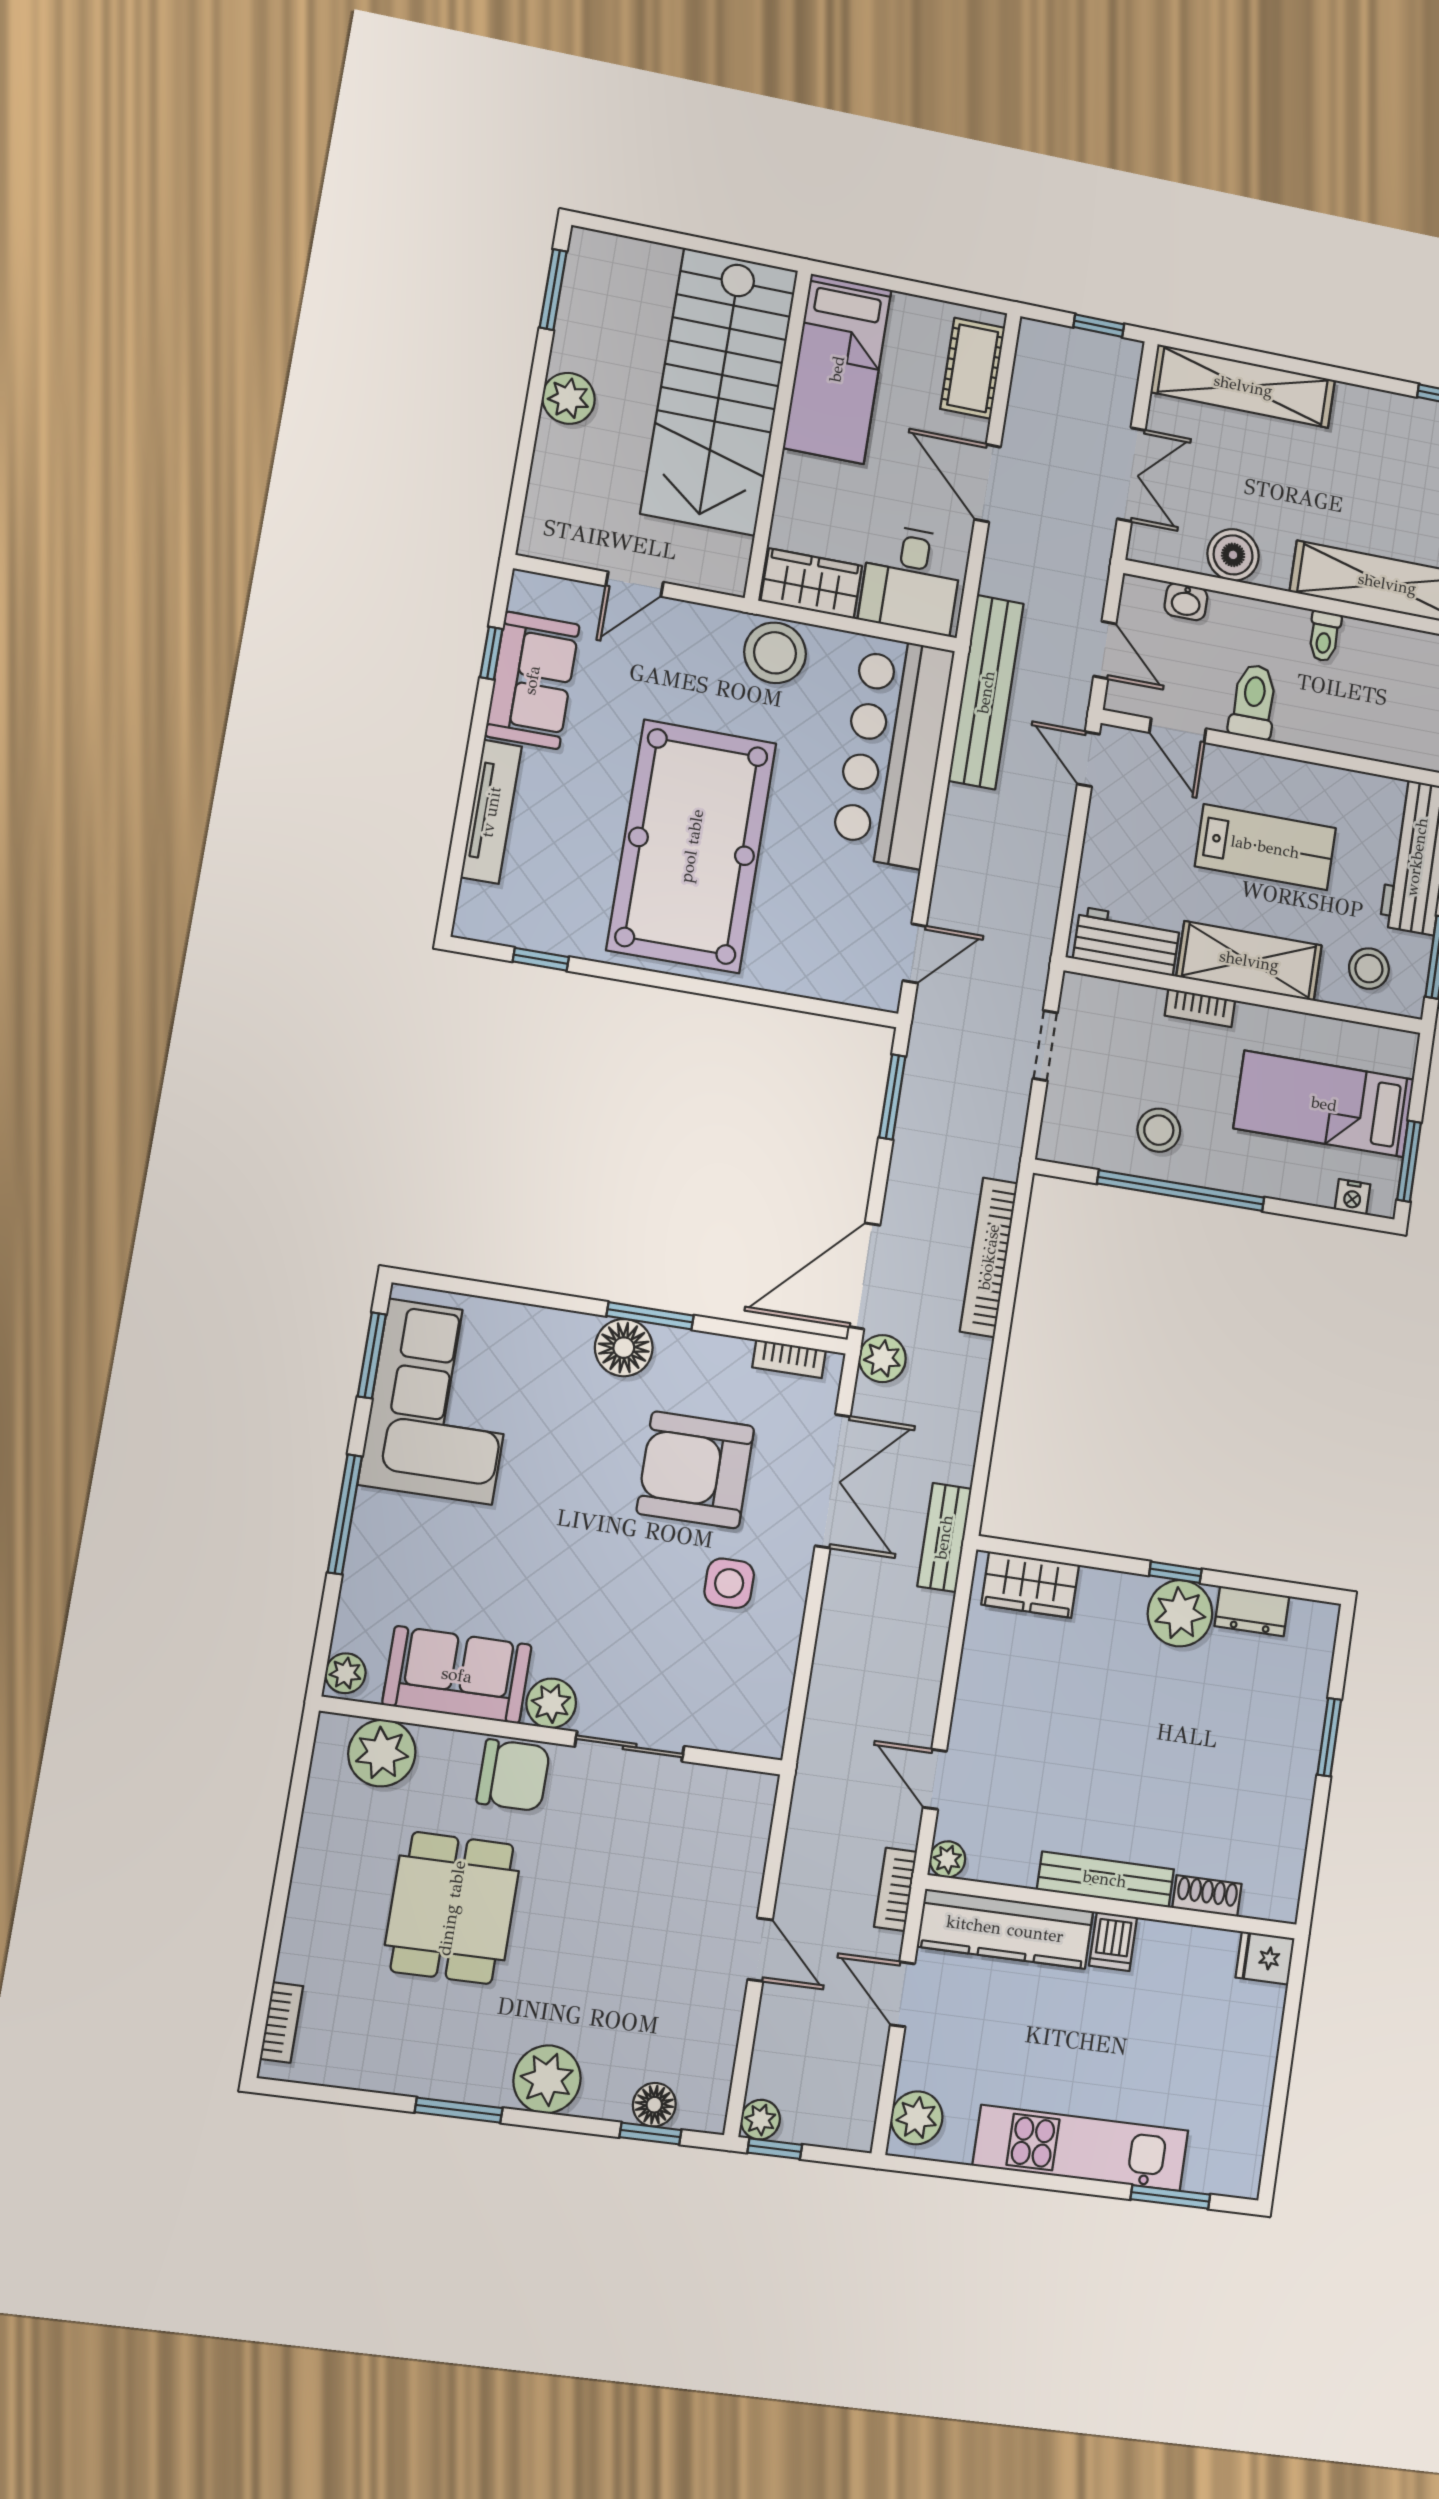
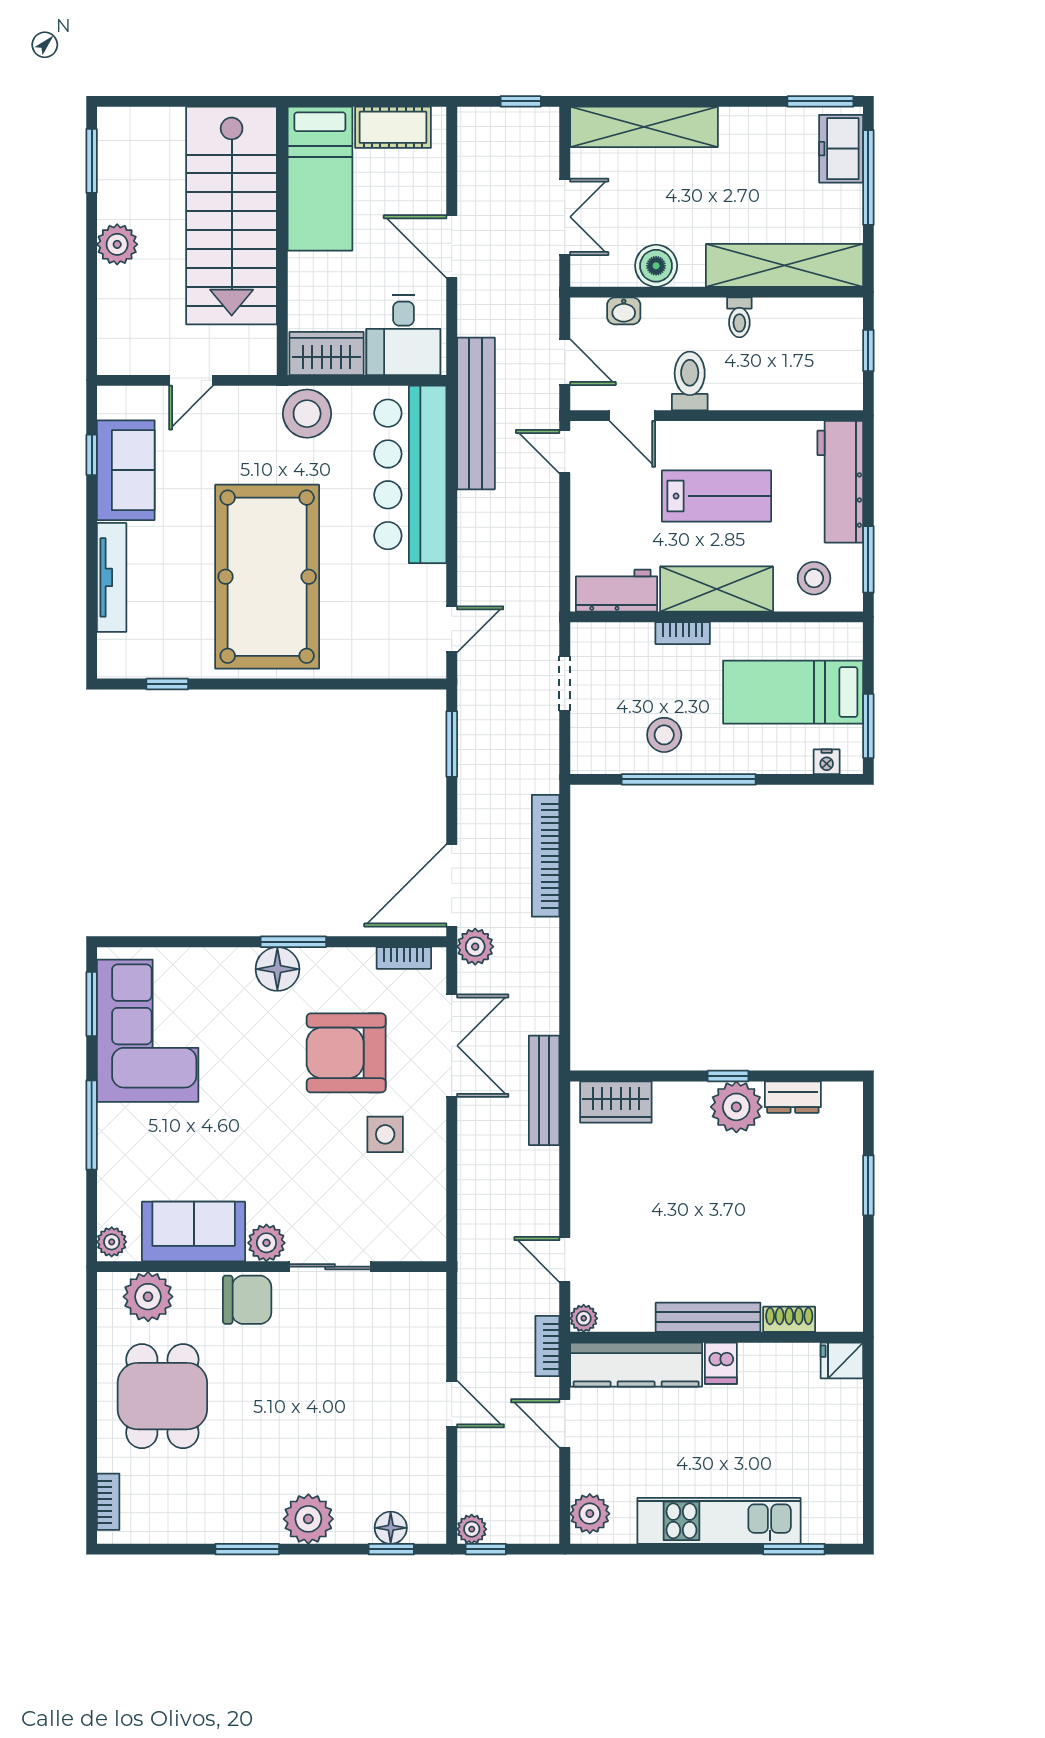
cot: (973, 368) -> (393, 127), moved, turned 90
bench: (944, 1537) -> (544, 1090), width x1.36
dining table: (452, 1908) -> (162, 1396), moved

